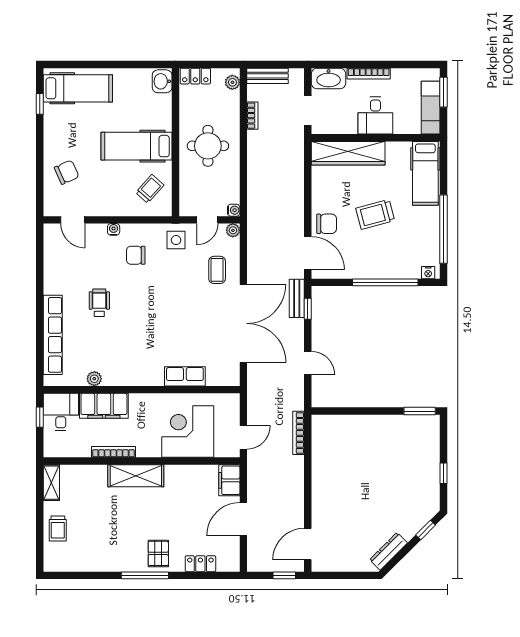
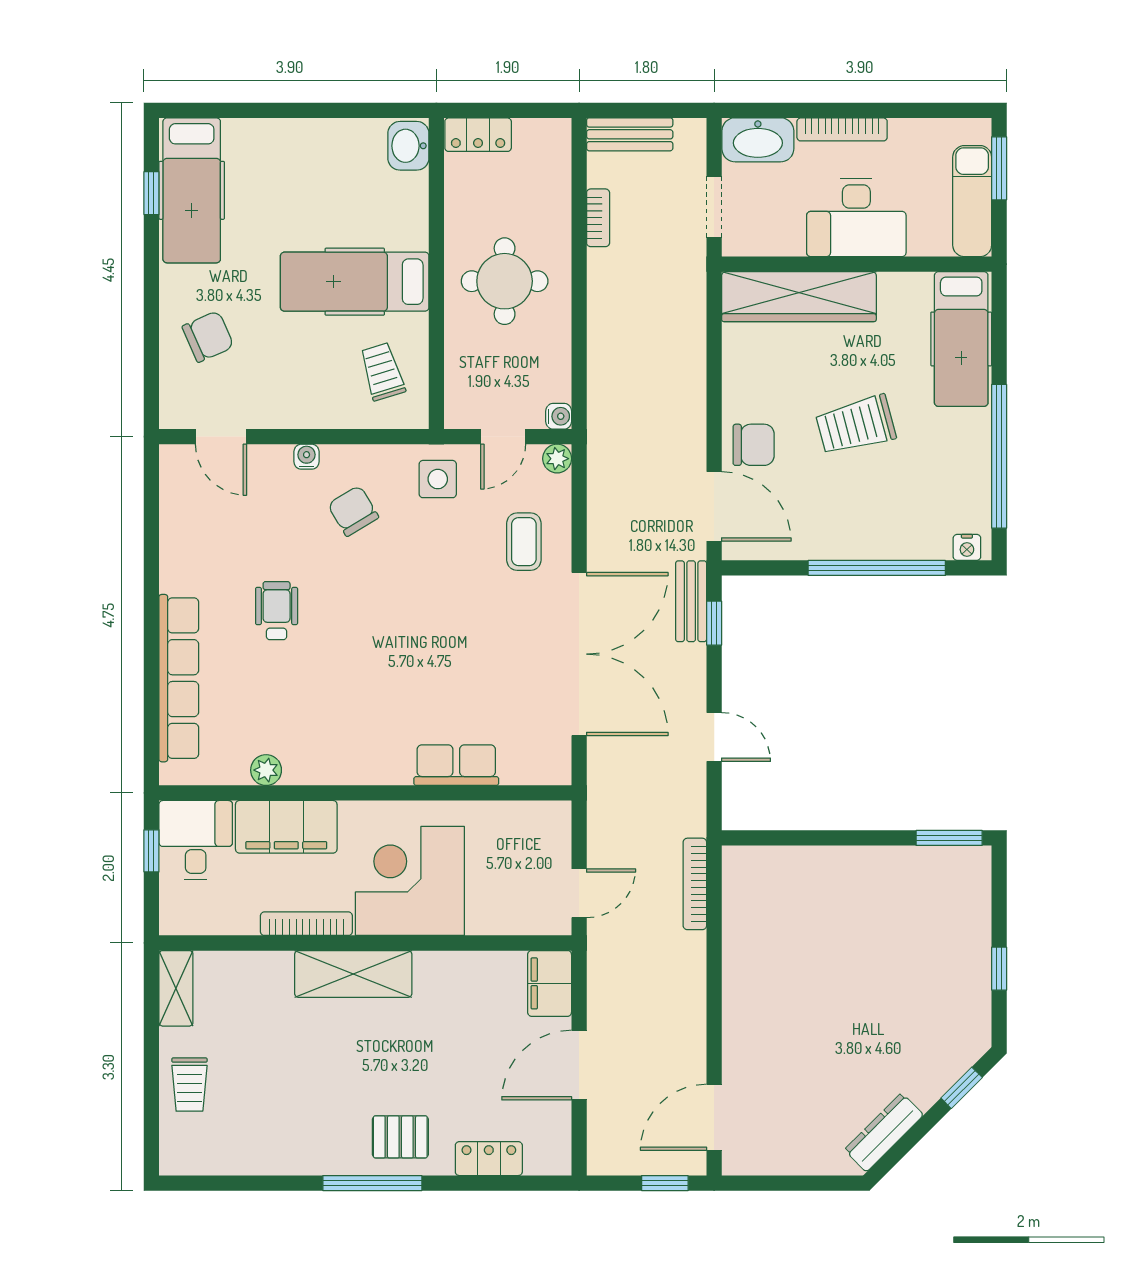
plant: (232, 82) -> (556, 148), removed
hospital bed: (78, 88) -> (192, 190), moved, turned 90
desk: (375, 116) -> (856, 218), width x1.37
trolley: (150, 189) -> (382, 372), turned -59
chair: (136, 255) -> (353, 511), turned 59
corner desk: (188, 432) -> (410, 881), moved
pallet: (158, 553) -> (400, 1137), turned 90

